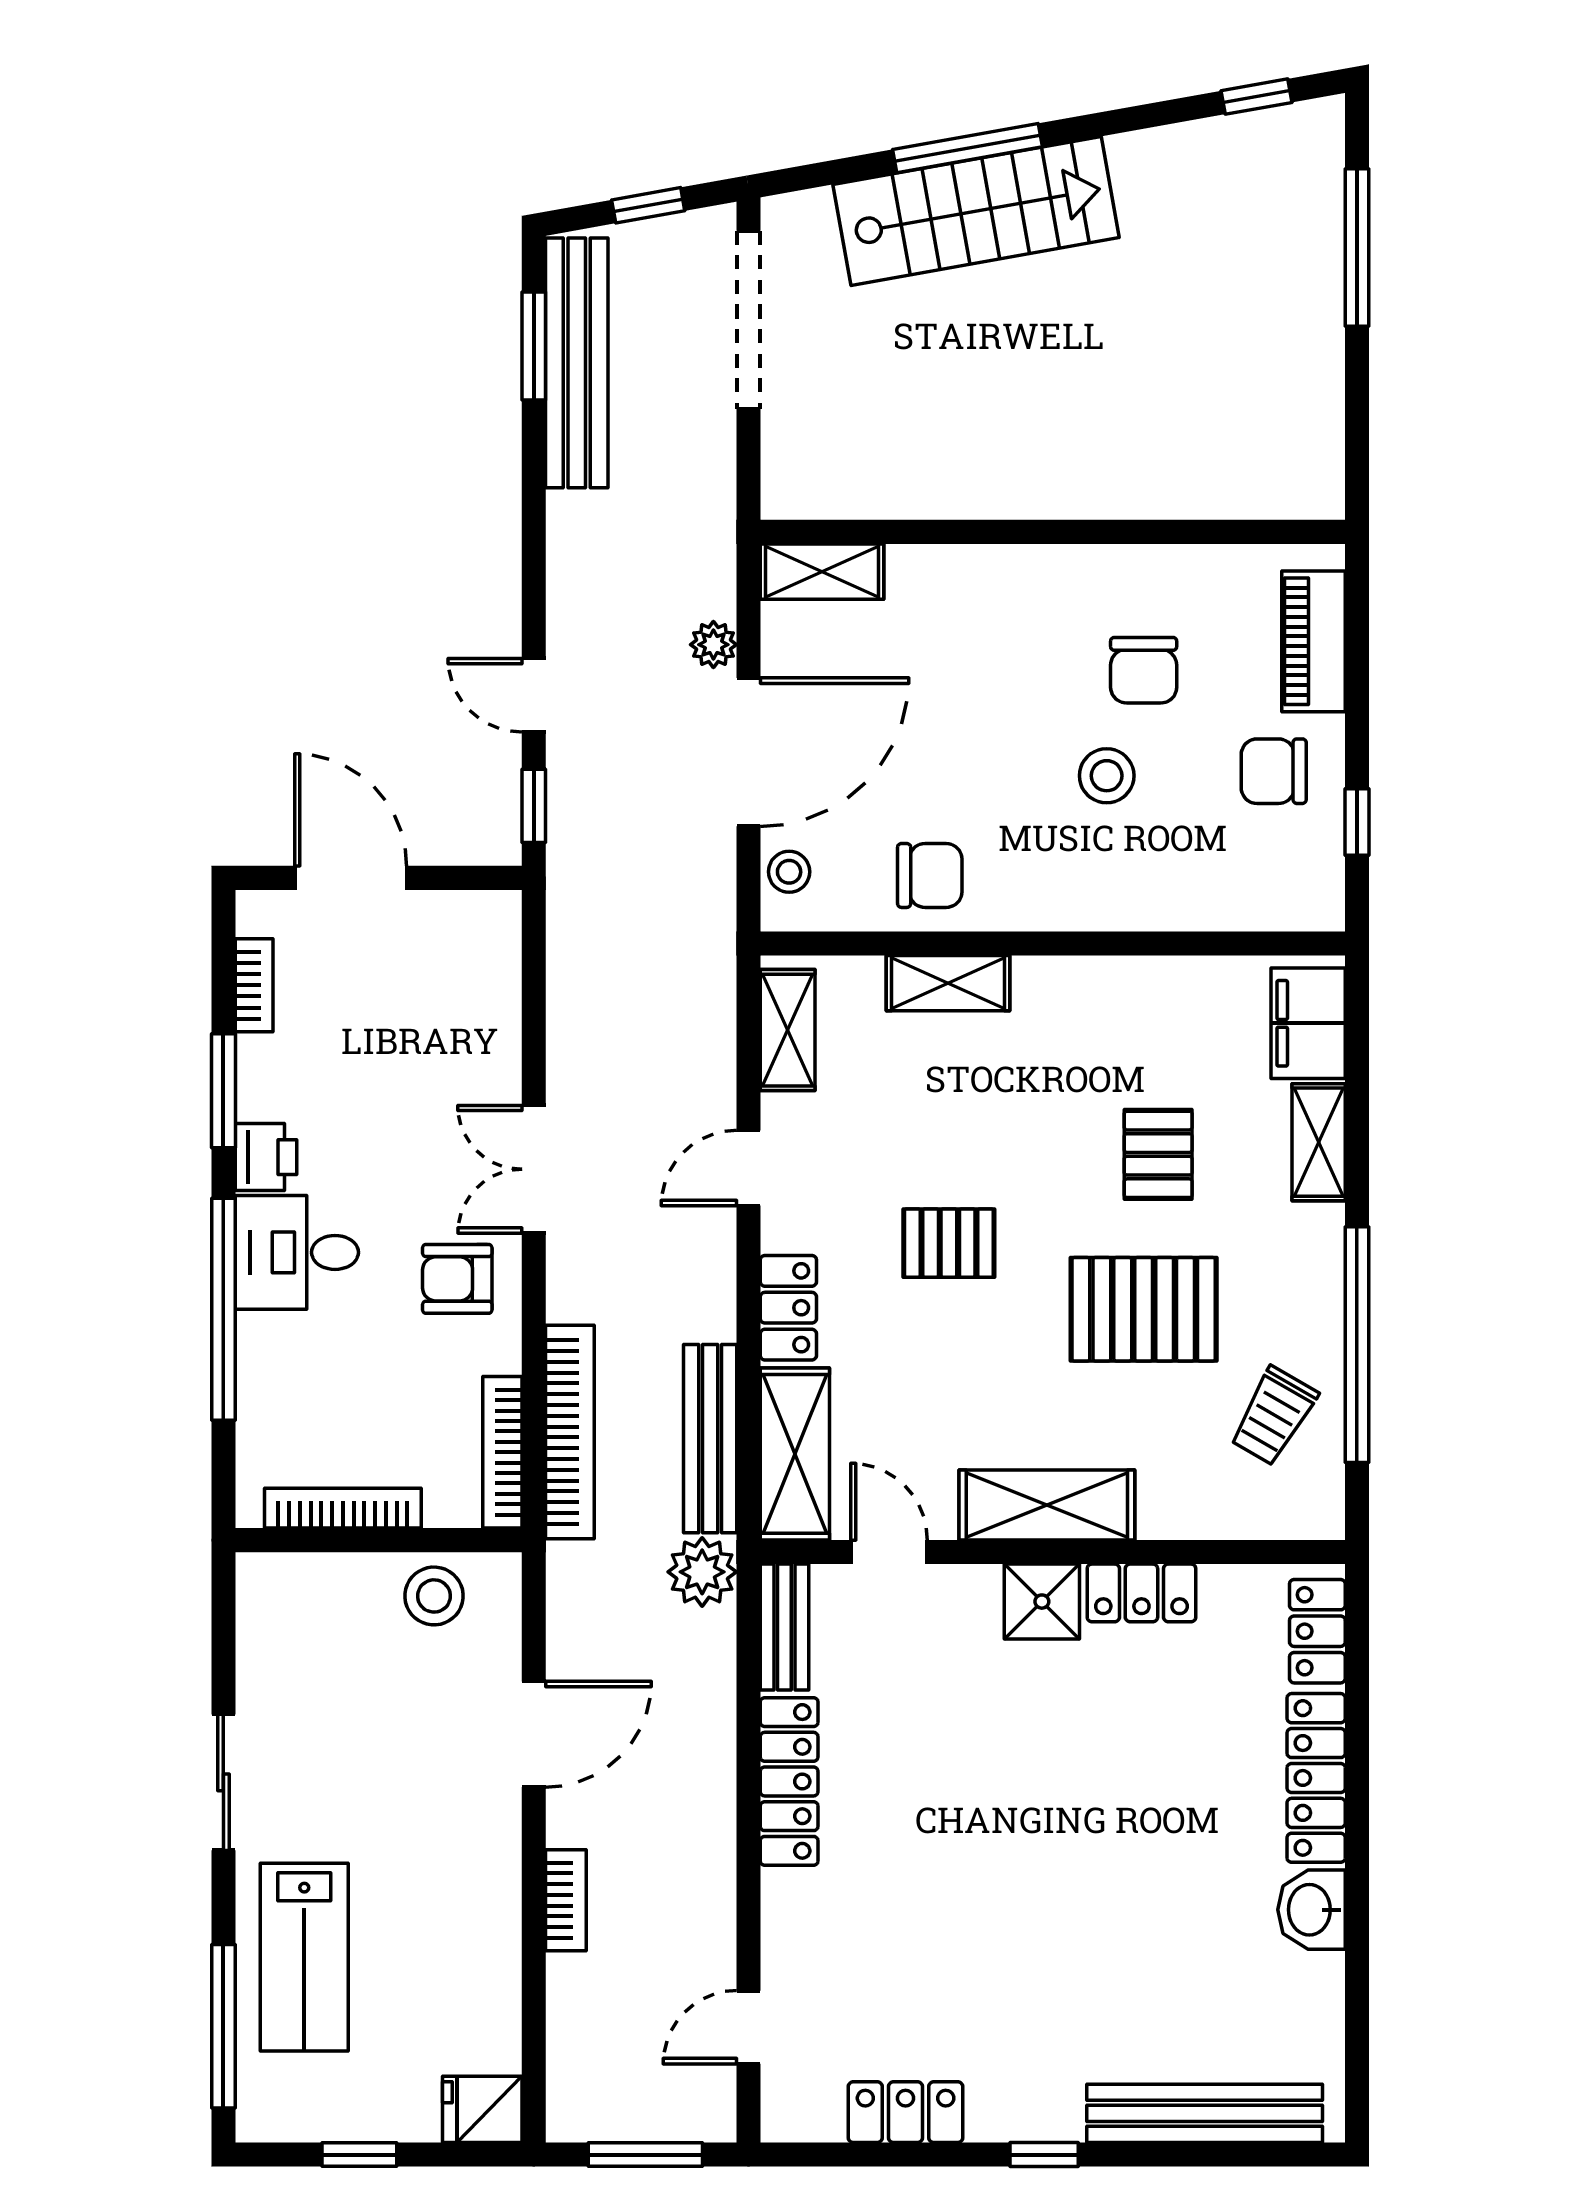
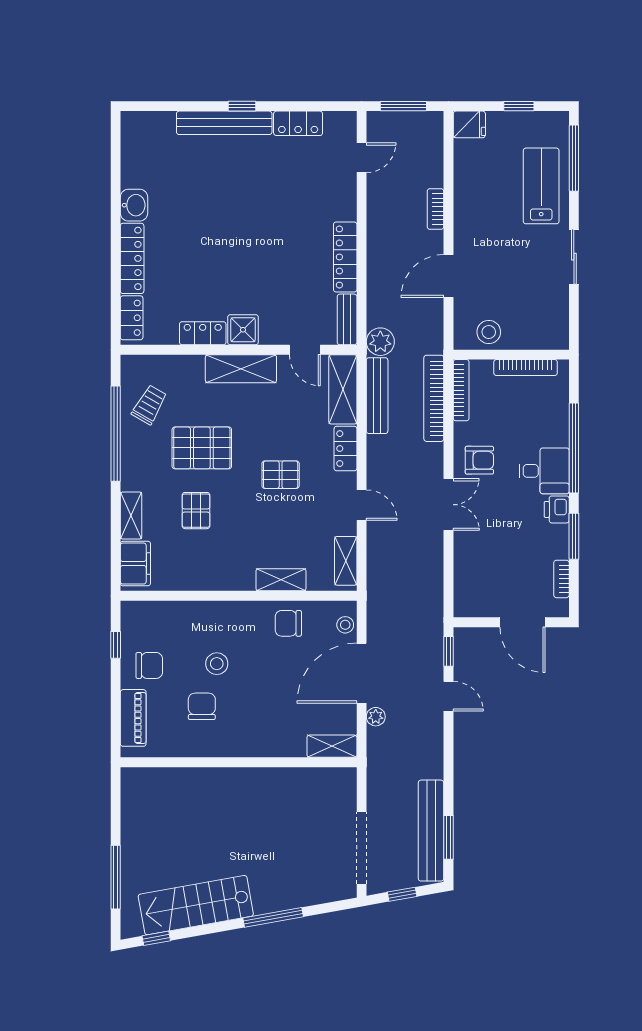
stairs: (976, 211) -> (196, 905), moved
door: (748, 1168) -> (362, 505), hinge flipped
bench: (1205, 2113) -> (224, 123), moved

